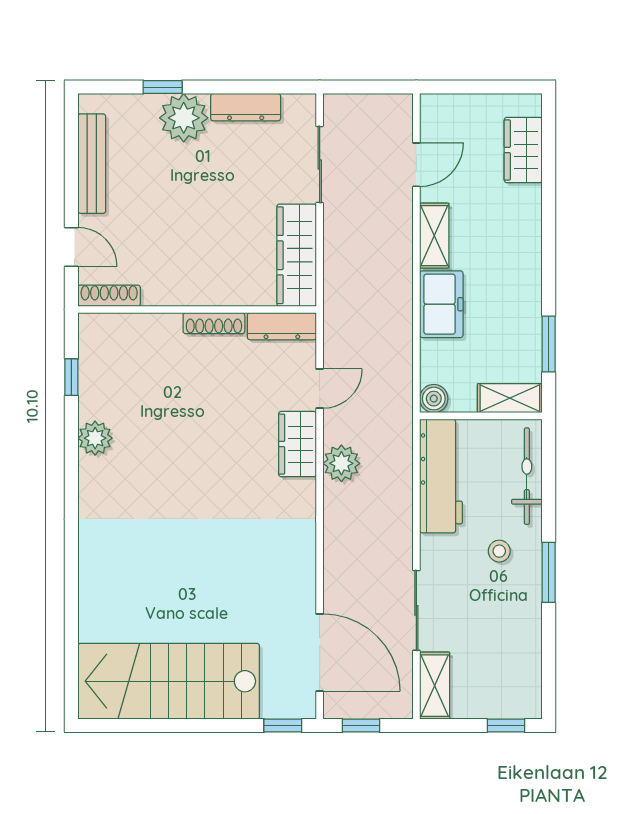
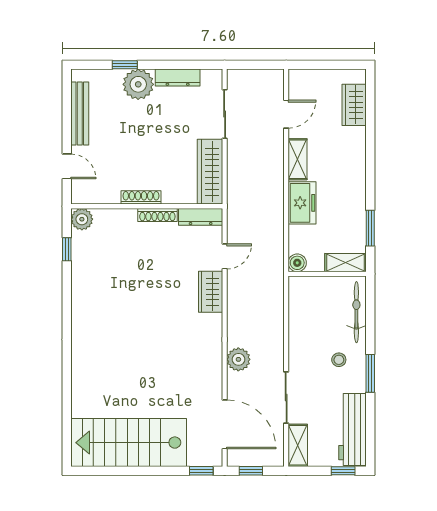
shoe rack: (109, 296) -> (141, 197), moved
plant: (95, 438) -> (82, 219), moved
plant: (341, 463) -> (238, 359), moved
workbench: (441, 476) -> (353, 429), moved, turned 180

